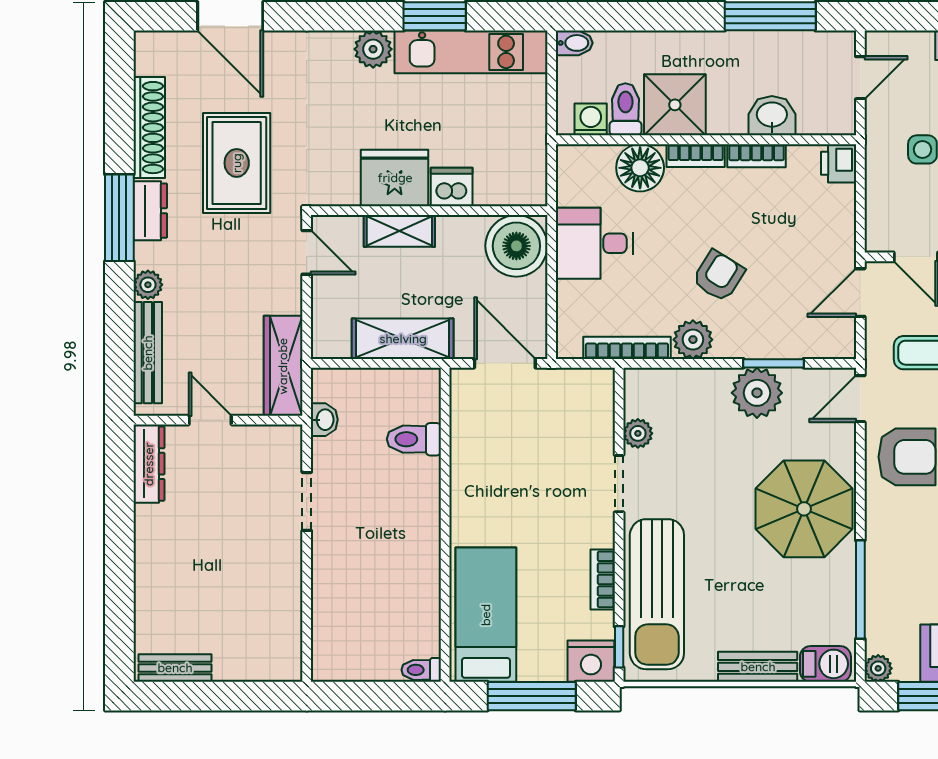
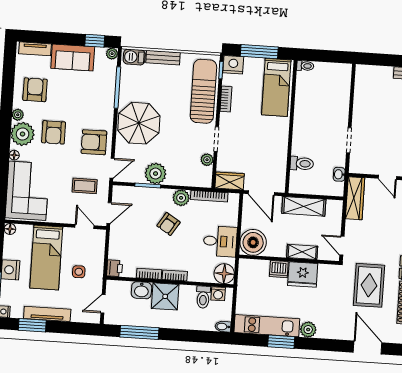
shower: (675, 105) -> (165, 296), moved
floor lamp: (640, 168) -> (224, 274), moved
wardrobe: (581, 387) -> (230, 181), added

